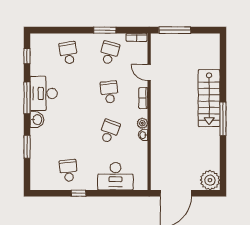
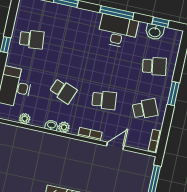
window: (105, 30) -> (173, 94), moved
school desk: (109, 53) -> (145, 109), turned -39
washbasin: (37, 120) -> (155, 32), moved
plant: (142, 161) -> (25, 119), added

